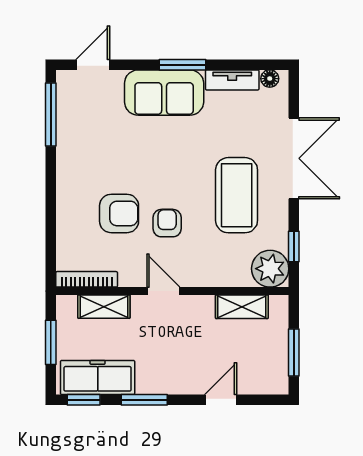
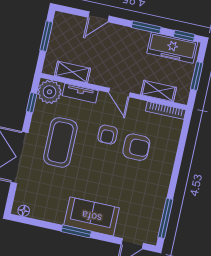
tv unit: (232, 80) -> (80, 93), moved, turned 180
armchair: (119, 213) -> (136, 147), turned 180

